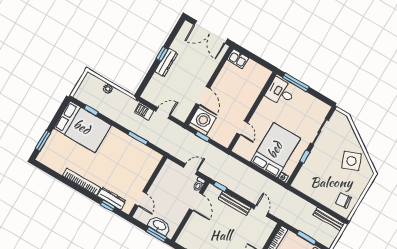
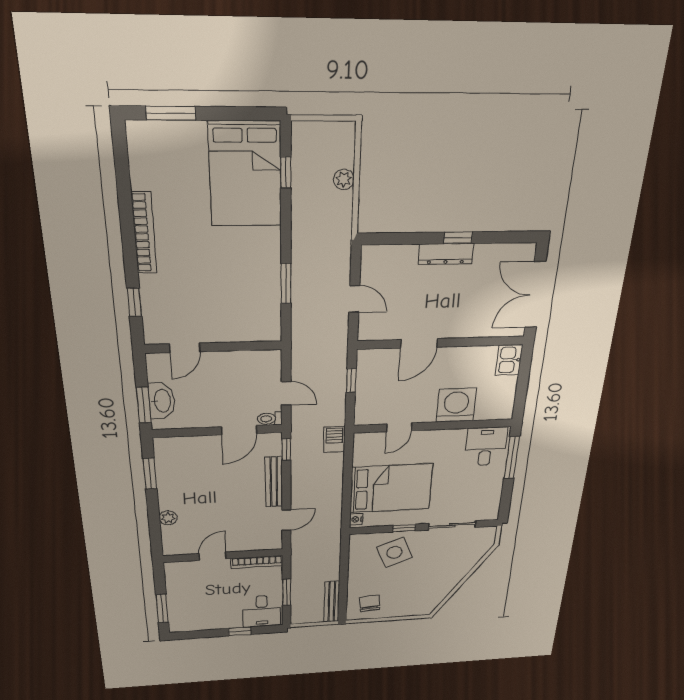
barbecue: (144, 111) -> (334, 439), moved
washing machine: (202, 122) -> (456, 405), moved, turned -90
side table: (352, 161) -> (394, 552), moved
dresser: (111, 198) -> (152, 301), removed

